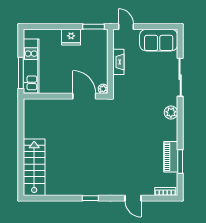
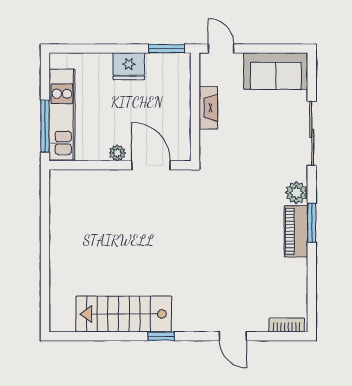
plant: (103, 89) -> (117, 153), moved
piano: (171, 157) -> (296, 231), moved
window: (180, 162) -> (312, 223), moved
stairs: (34, 167) -> (124, 314), moved, turned -90

